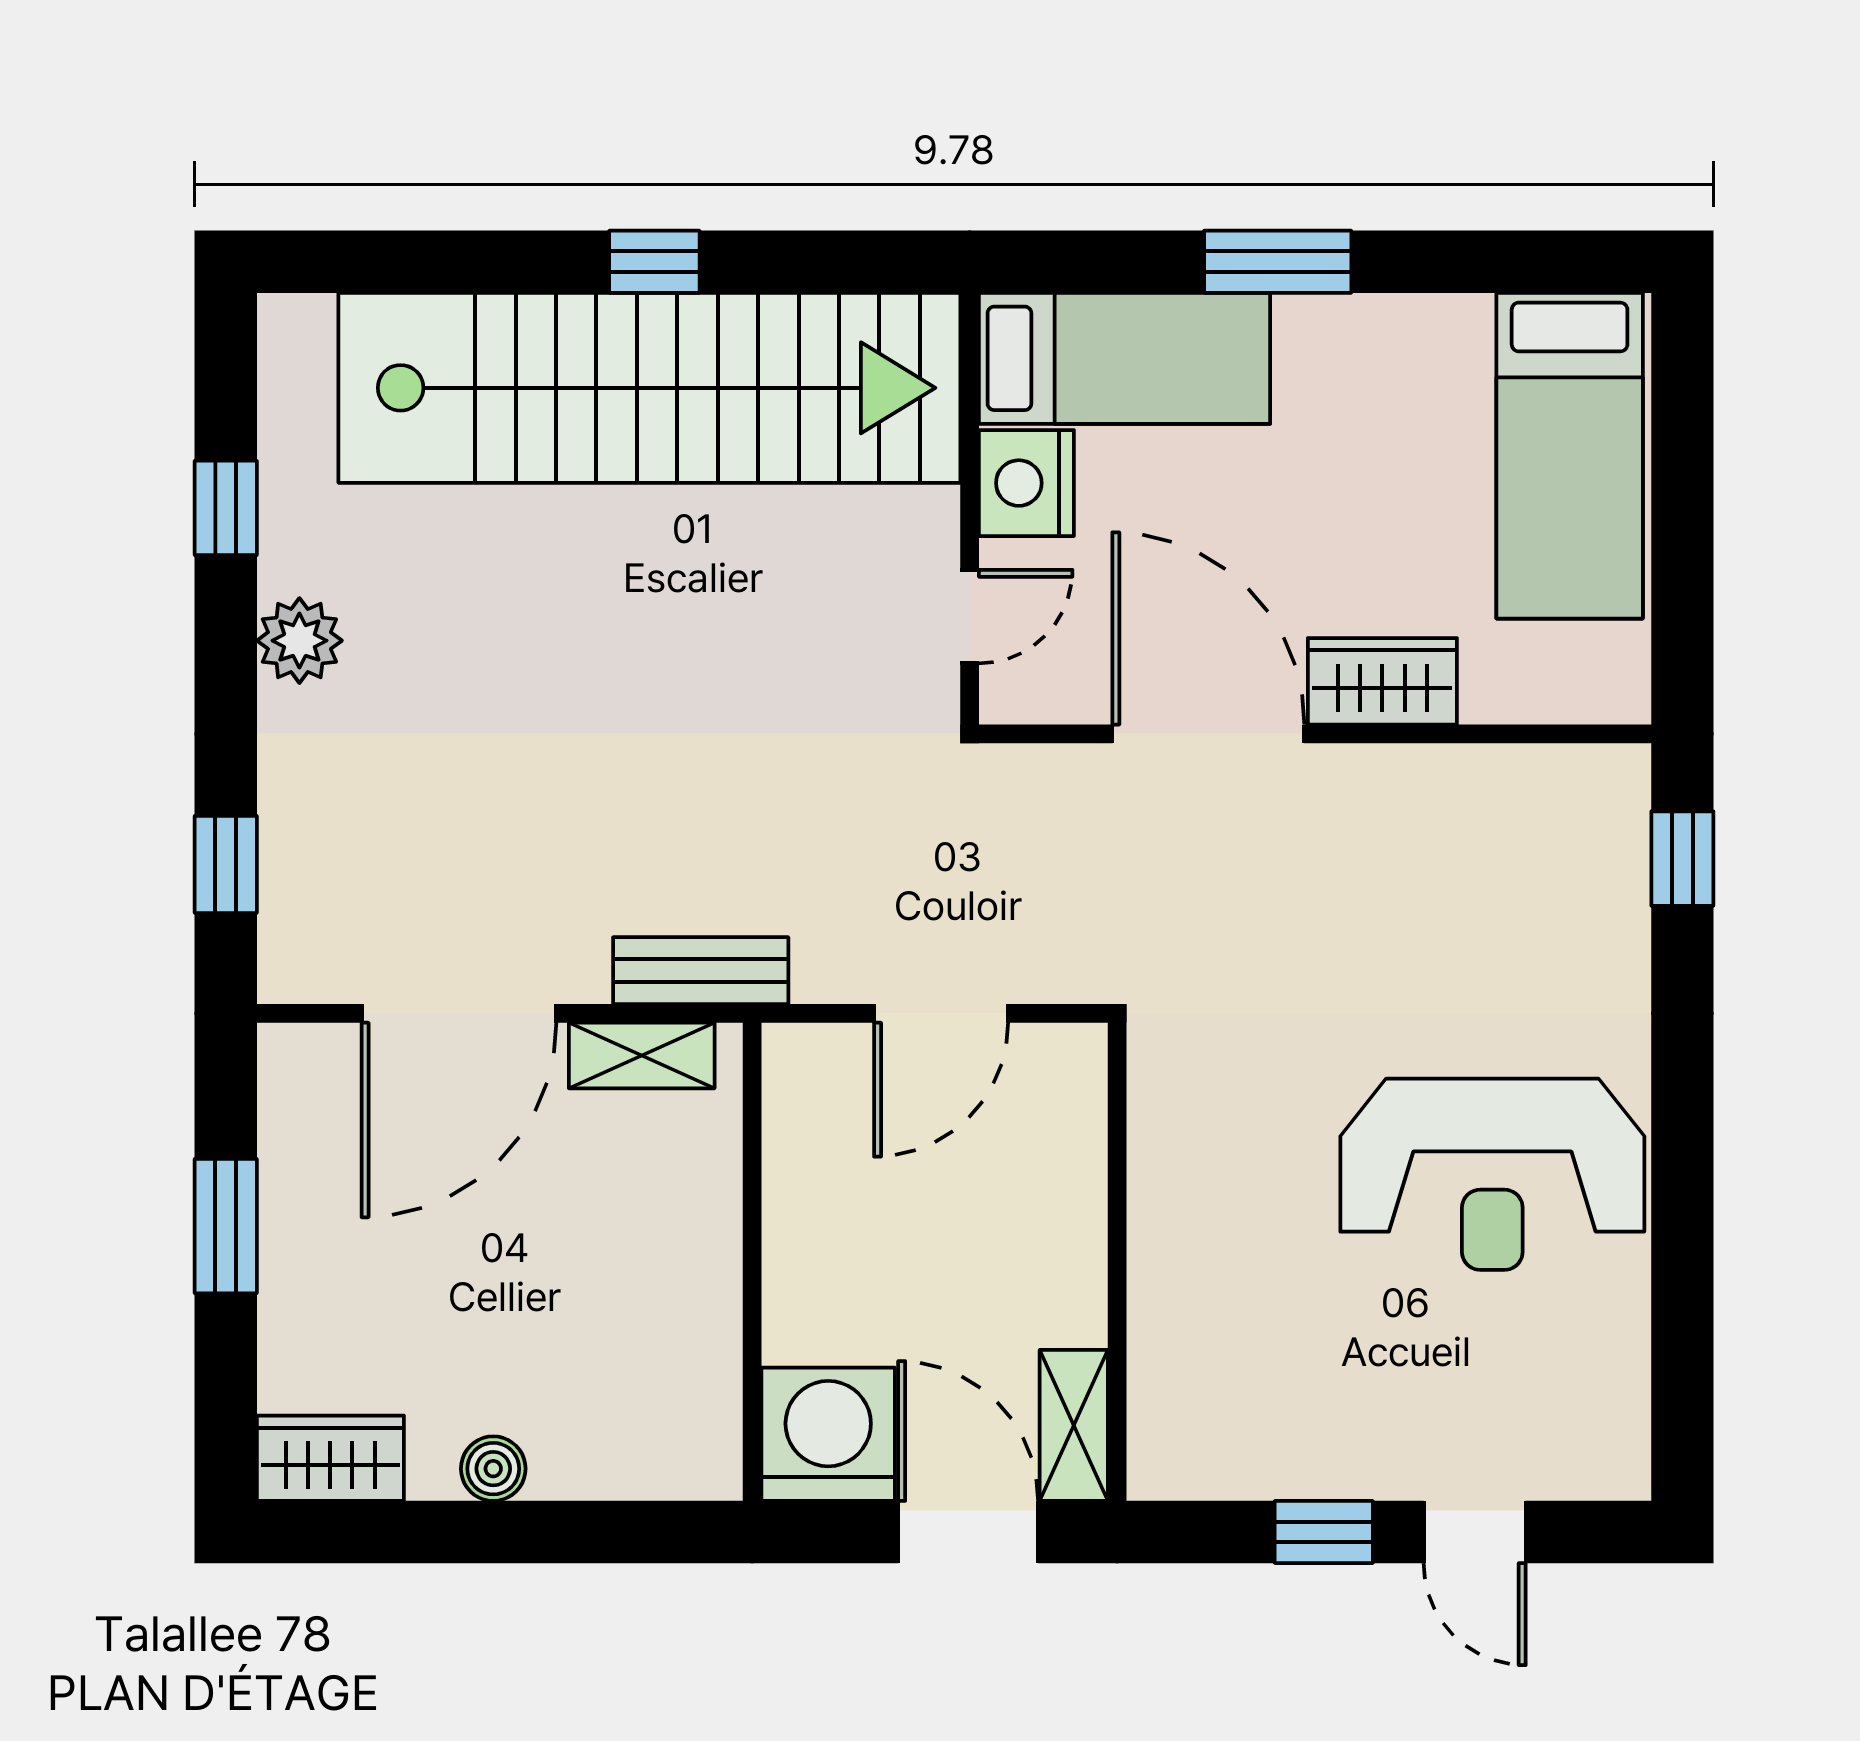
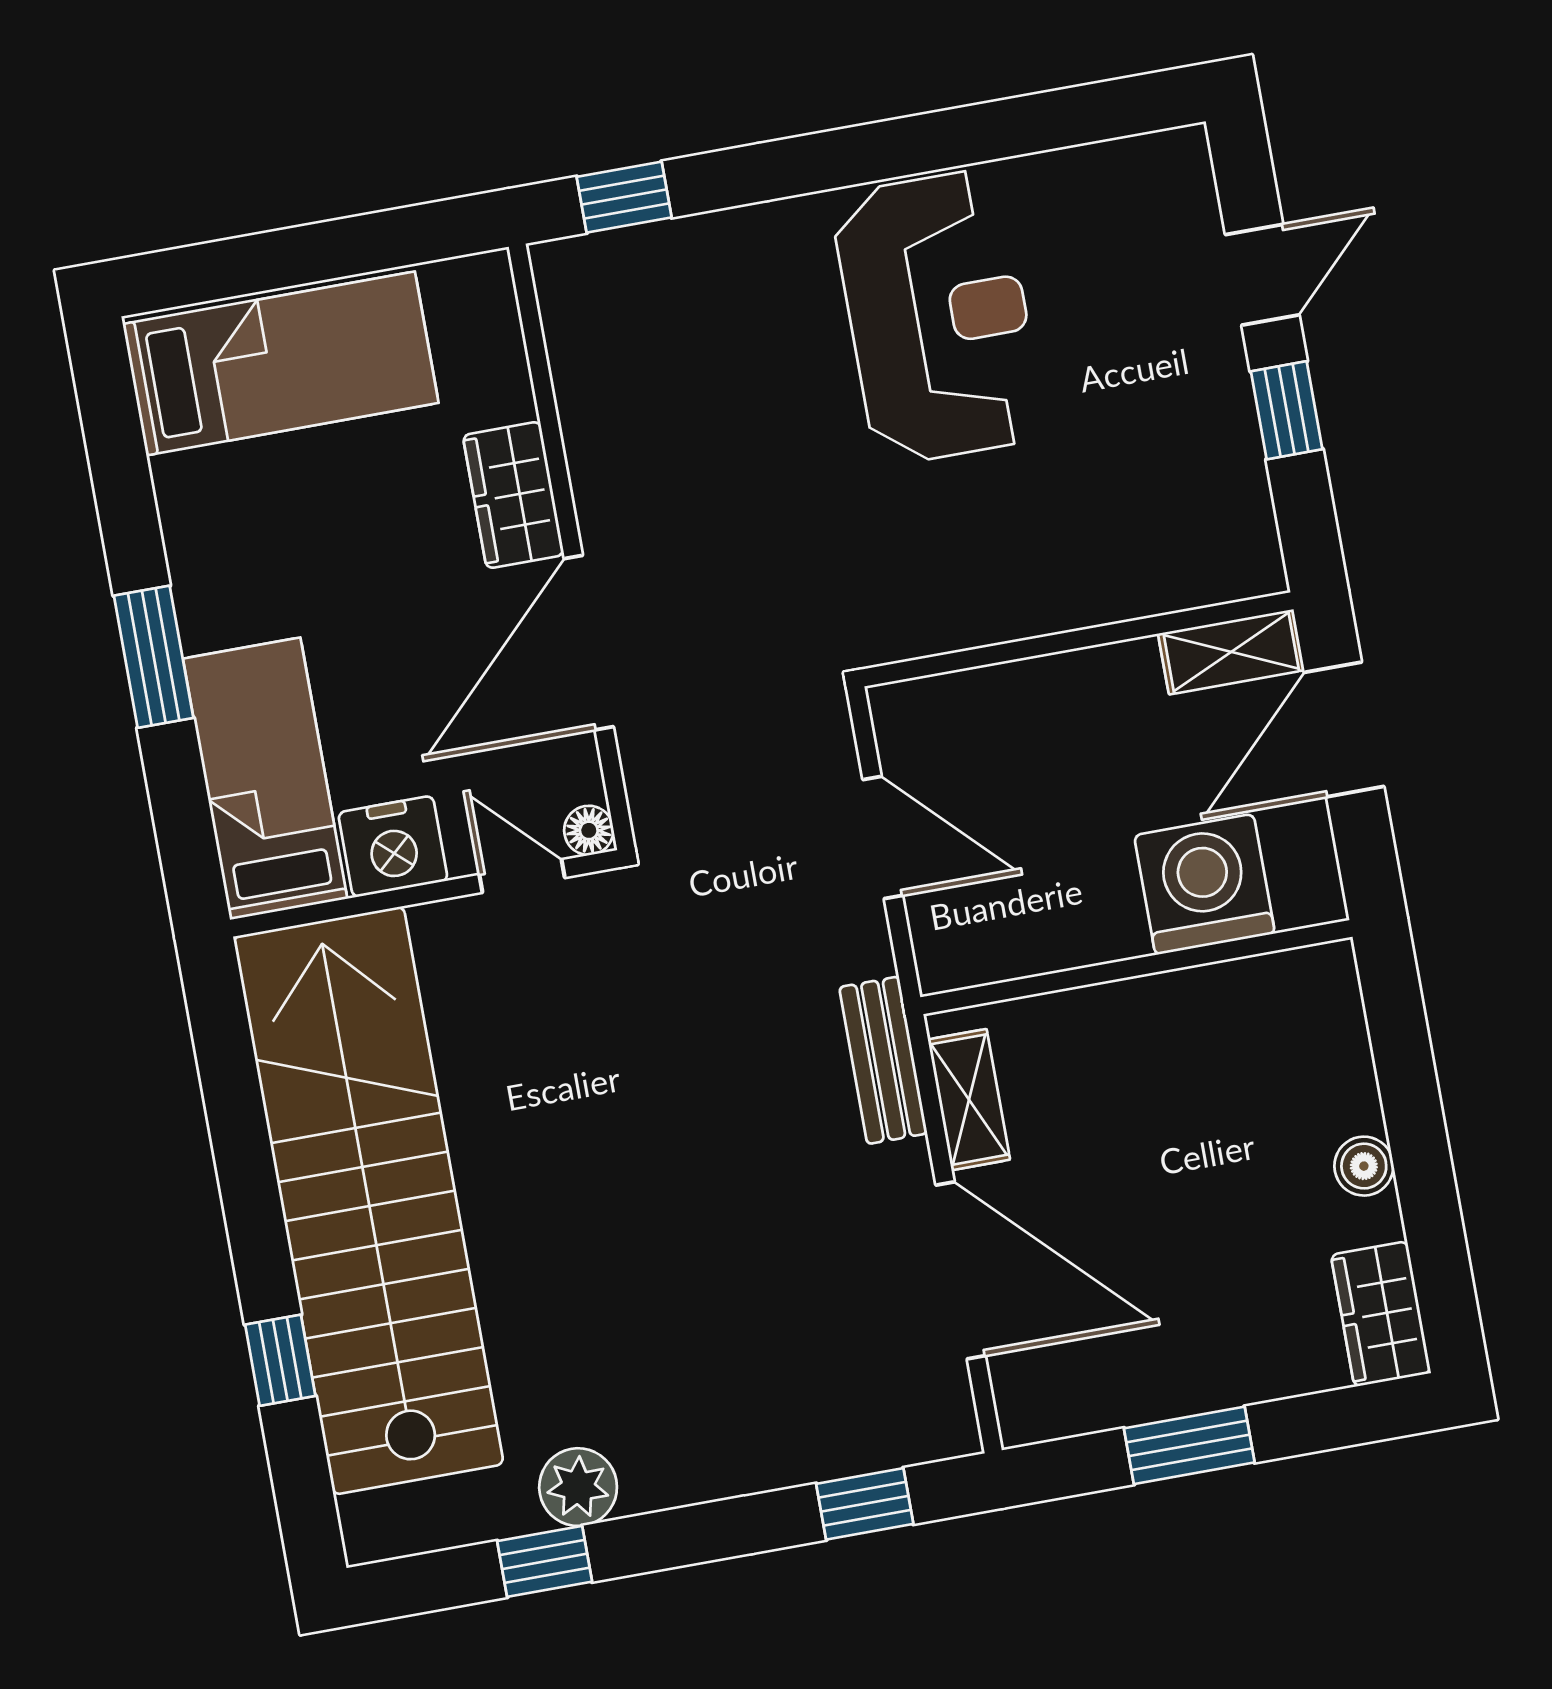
window: (654, 262) -> (280, 1360), moved
plant: (299, 641) -> (578, 1487), moved
floor lamp: (1006, 698) -> (589, 830), added
washing machine: (828, 1434) -> (1204, 884), moved, turned 90

